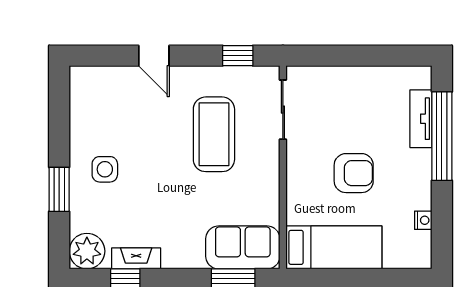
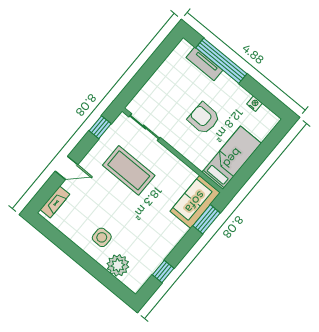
armchair: (354, 173) -> (204, 118), turned -88
window: (59, 189) -> (93, 268), removed
plant: (87, 251) -> (118, 265), moved
fireplace: (136, 258) -> (55, 202), moved, turned 180

